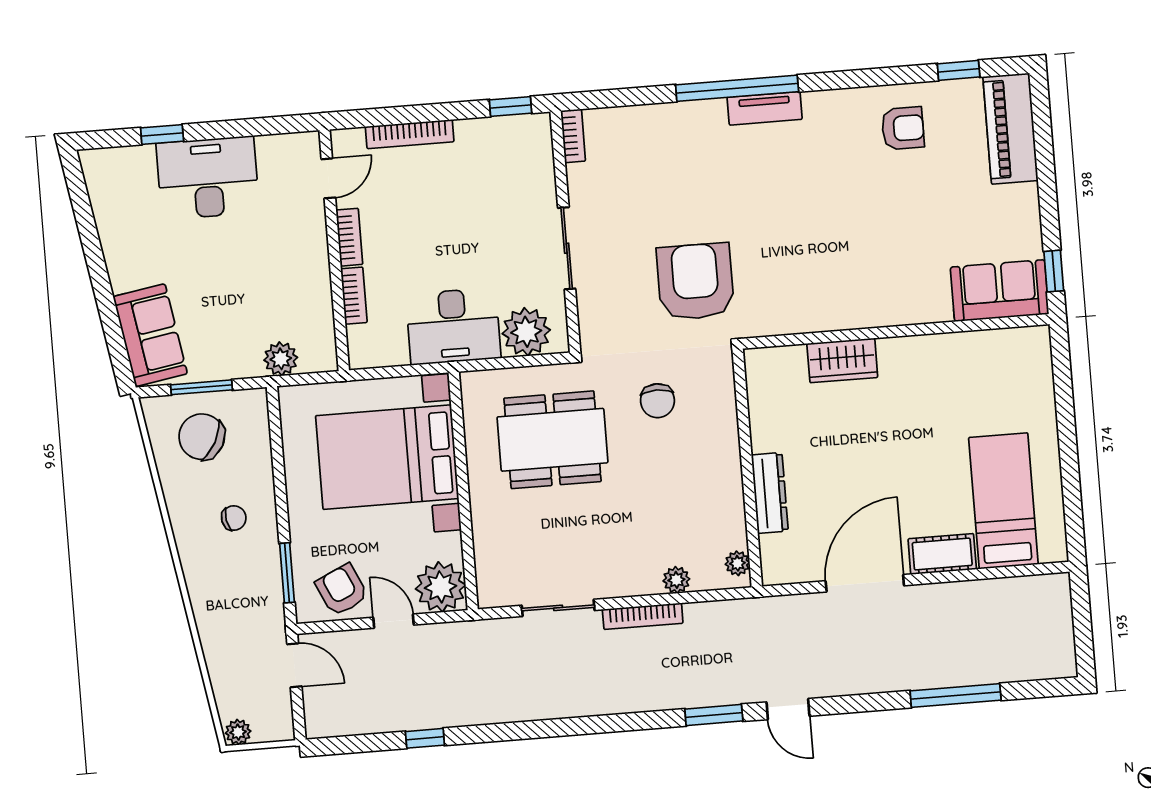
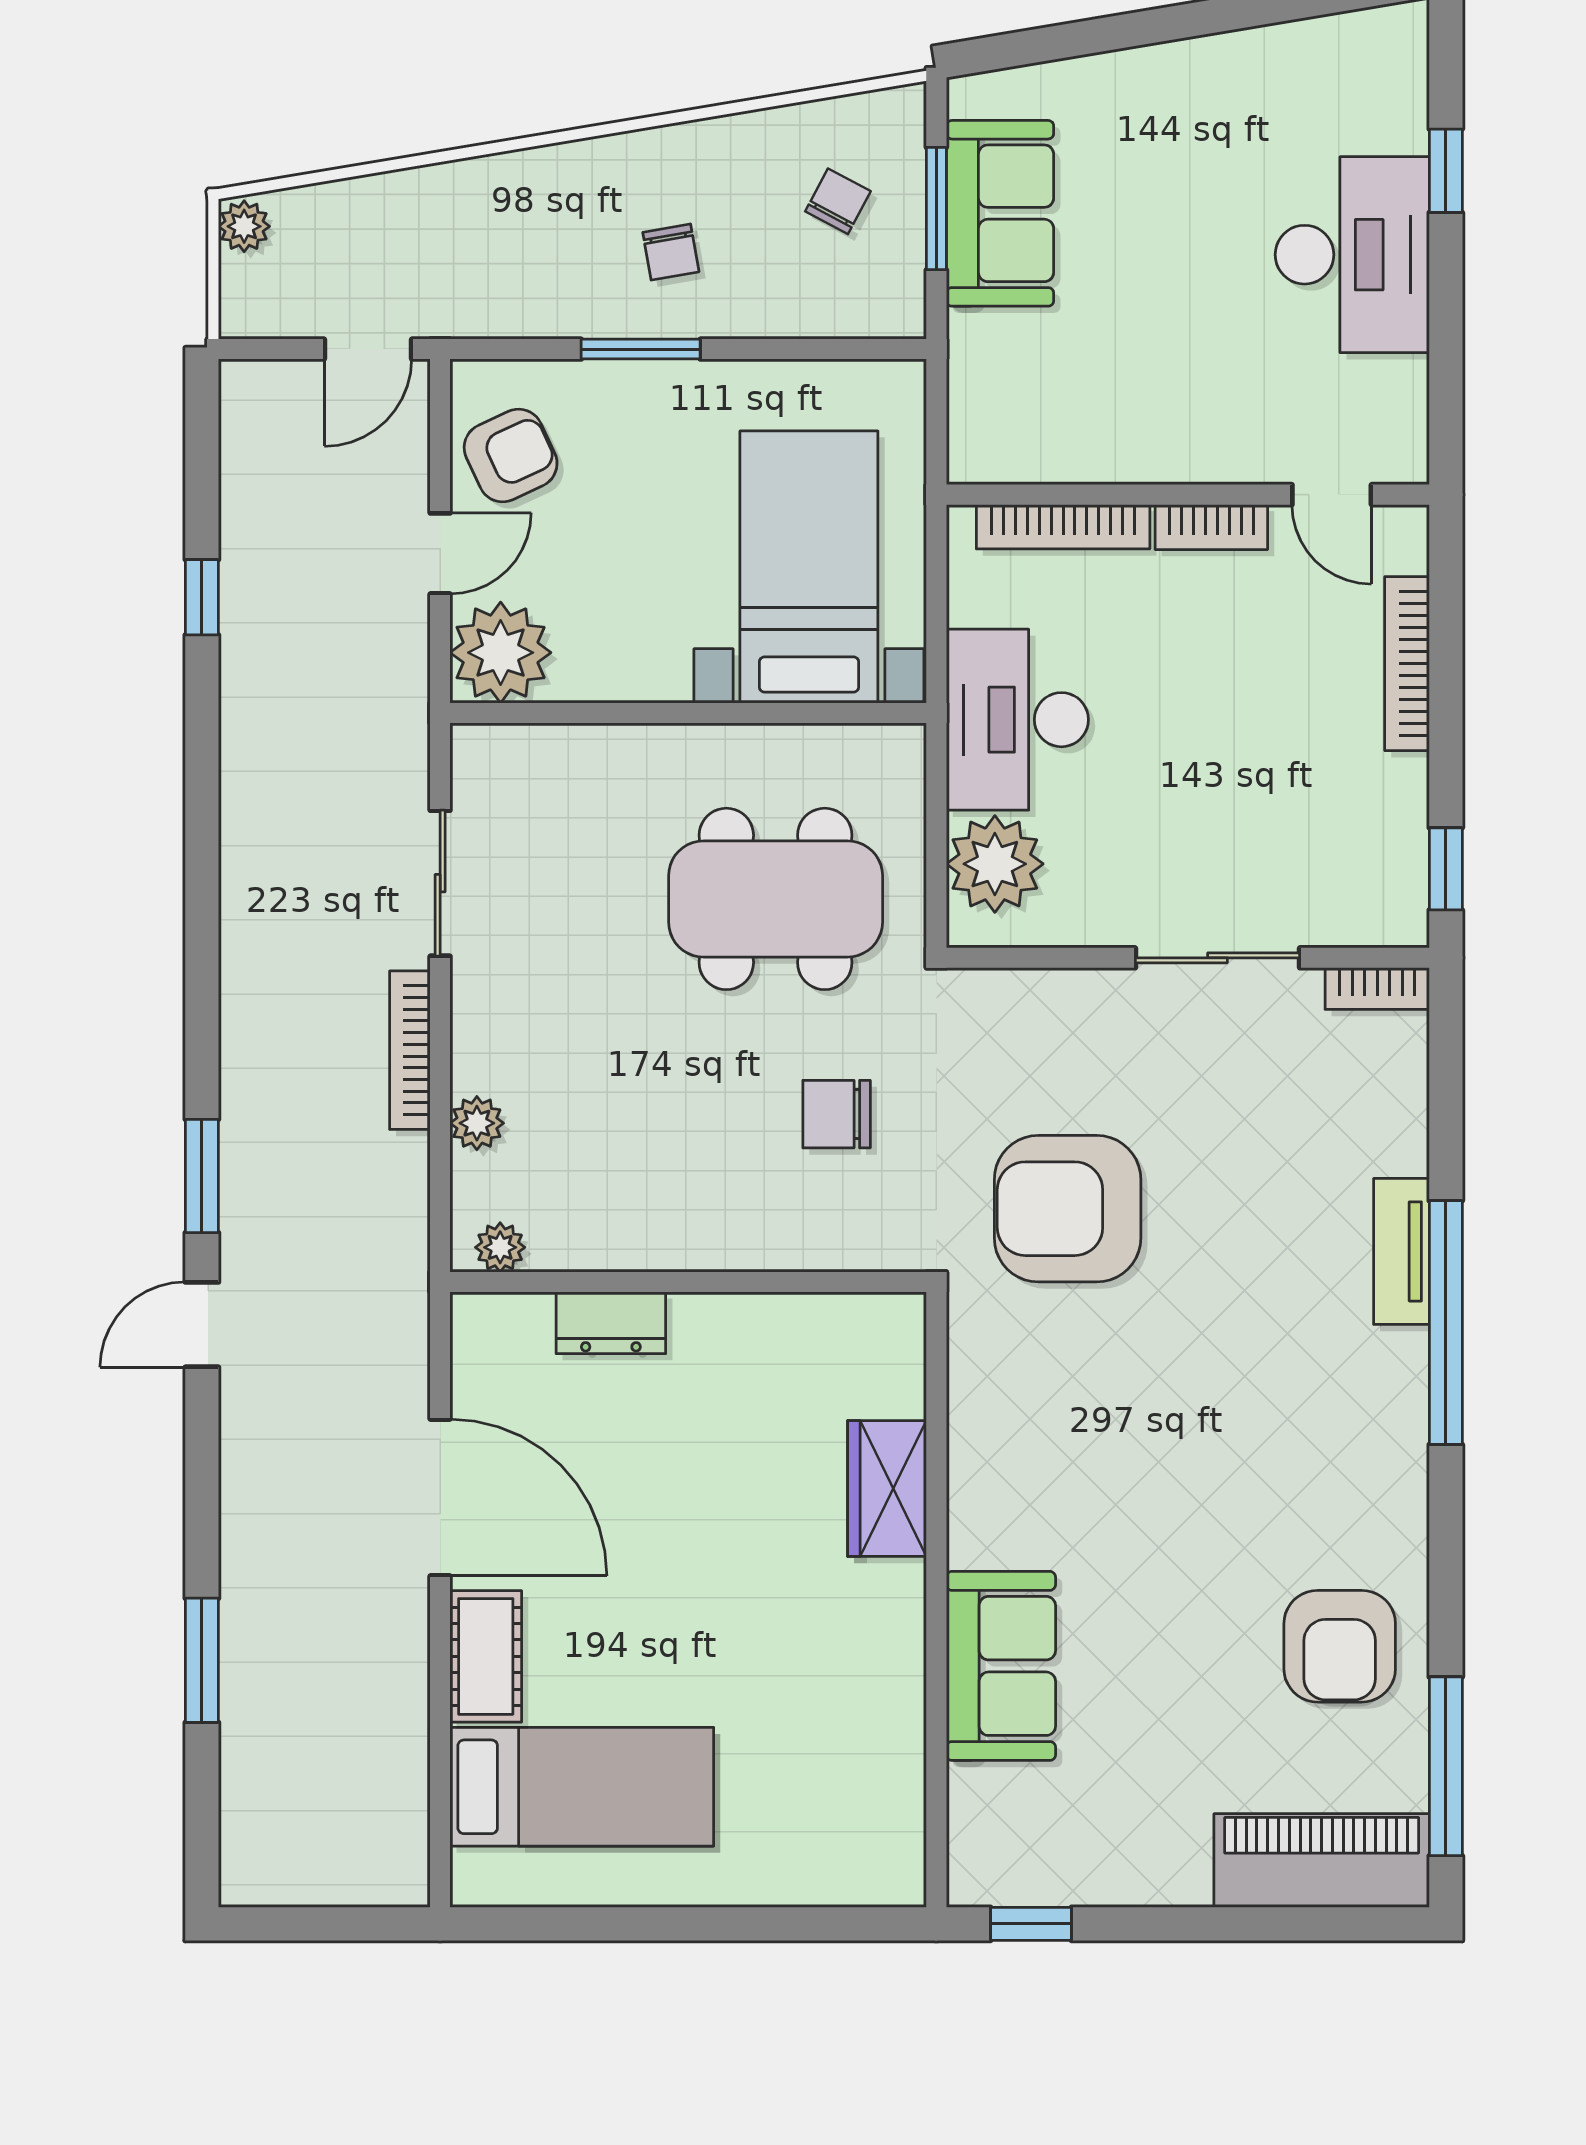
window: (959, 70) -> (1446, 1766), width x2.17
tv unit: (765, 108) -> (1401, 1251), moved
armchair: (903, 128) -> (1340, 1646), width x1.38, depth x1.38
sliding door: (567, 248) -> (1217, 958), moved
armchair: (695, 282) -> (1068, 1209), turned 180
sofa: (1000, 291) -> (1001, 1666), moved
bookcase: (354, 296) -> (1063, 527), width x1.56
sofa: (150, 335) -> (1000, 213), moved, turned -81
plant: (281, 359) -> (980, 371), removed
chair: (202, 437) -> (838, 201), width x0.54, depth x0.54
dining table: (552, 440) -> (776, 899), turned 90
bed with nightstands: (387, 457) -> (809, 567), width x0.73
dresser: (770, 493) -> (611, 1323), width x0.70
window: (287, 573) -> (641, 349), moved
window: (956, 696) -> (202, 1660), width x0.69

